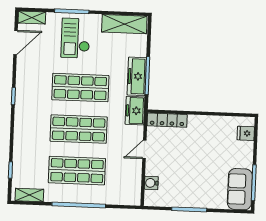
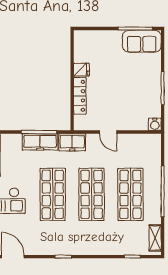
locker: (167, 120) -> (80, 96), moved
fridge: (246, 133) -> (81, 70), moved, turned -90
water cooler: (151, 183) -> (155, 124), moved

